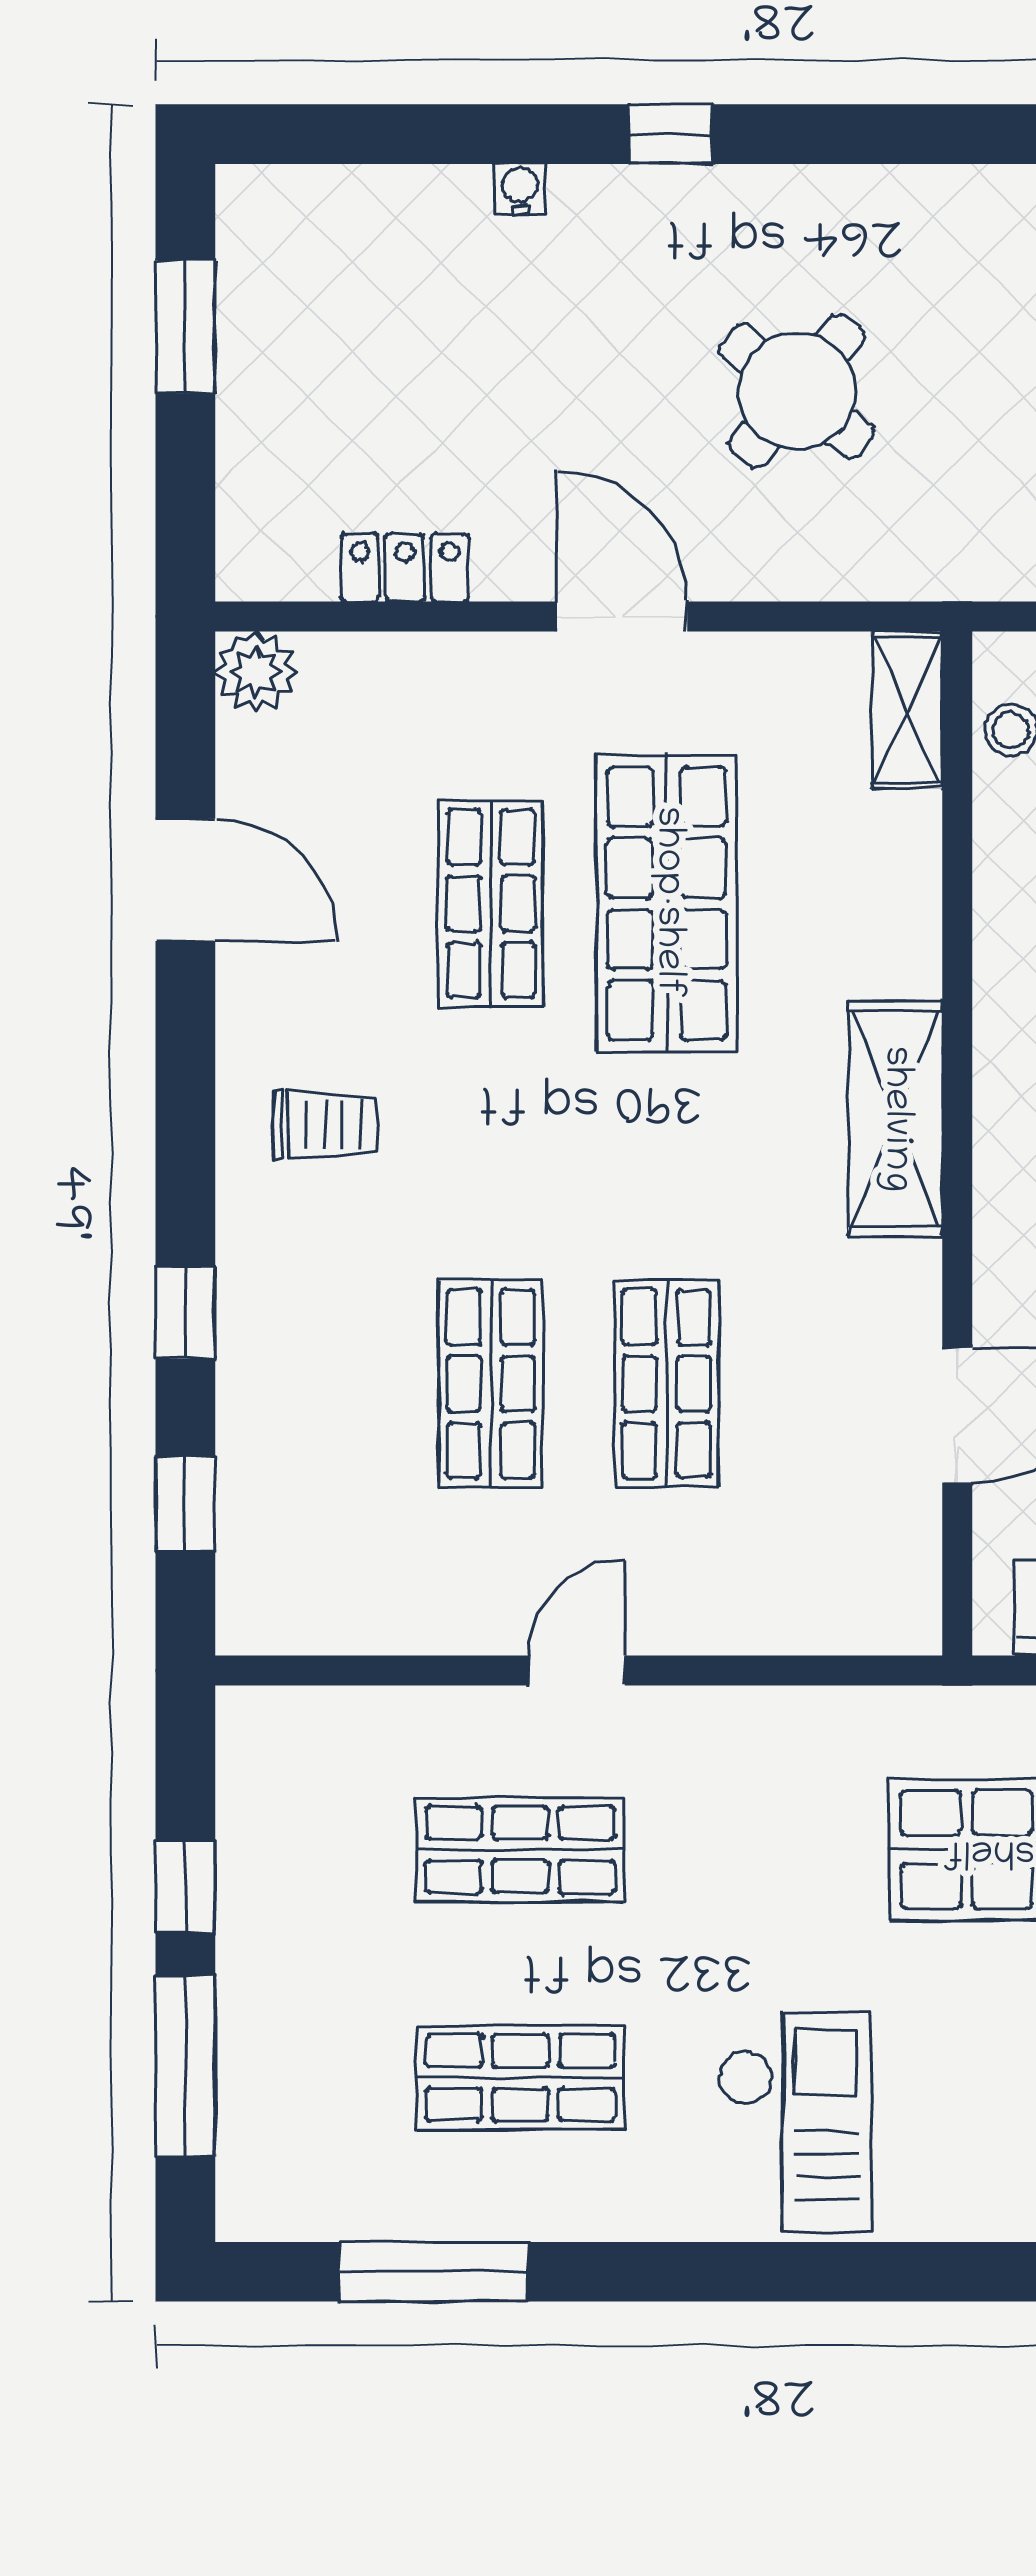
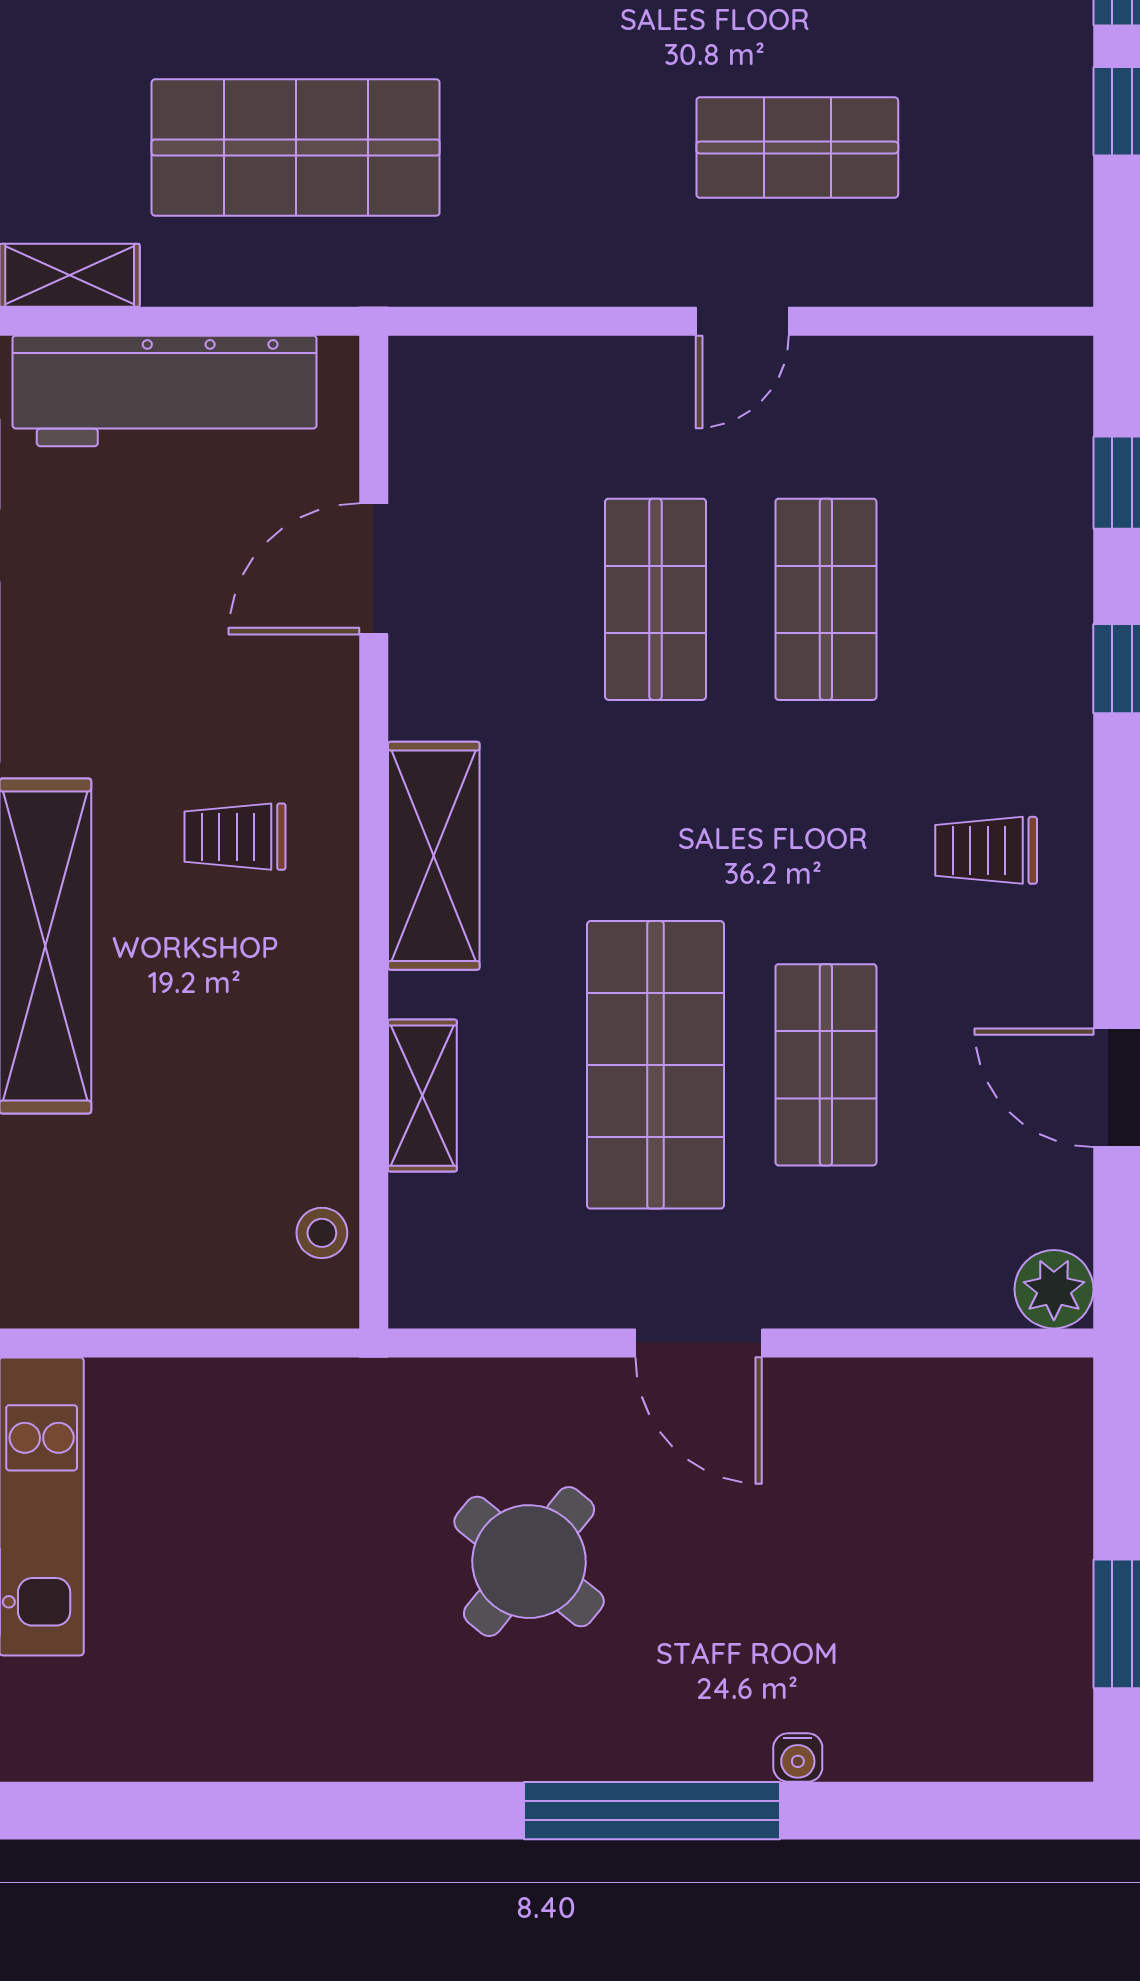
window: (670, 134) -> (652, 1811), width x3.17
locker: (405, 568) -> (909, 1390), removed
shelving: (907, 710) -> (422, 1096), moved

